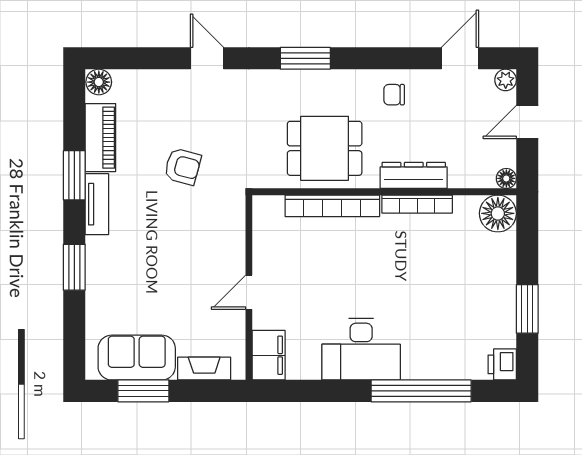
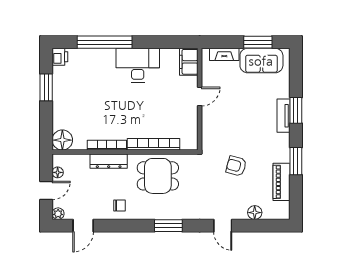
floor lamp: (99, 82) -> (255, 213), moved
floor lamp: (506, 178) -> (58, 172), moved
tv unit: (97, 204) -> (283, 116), moved

